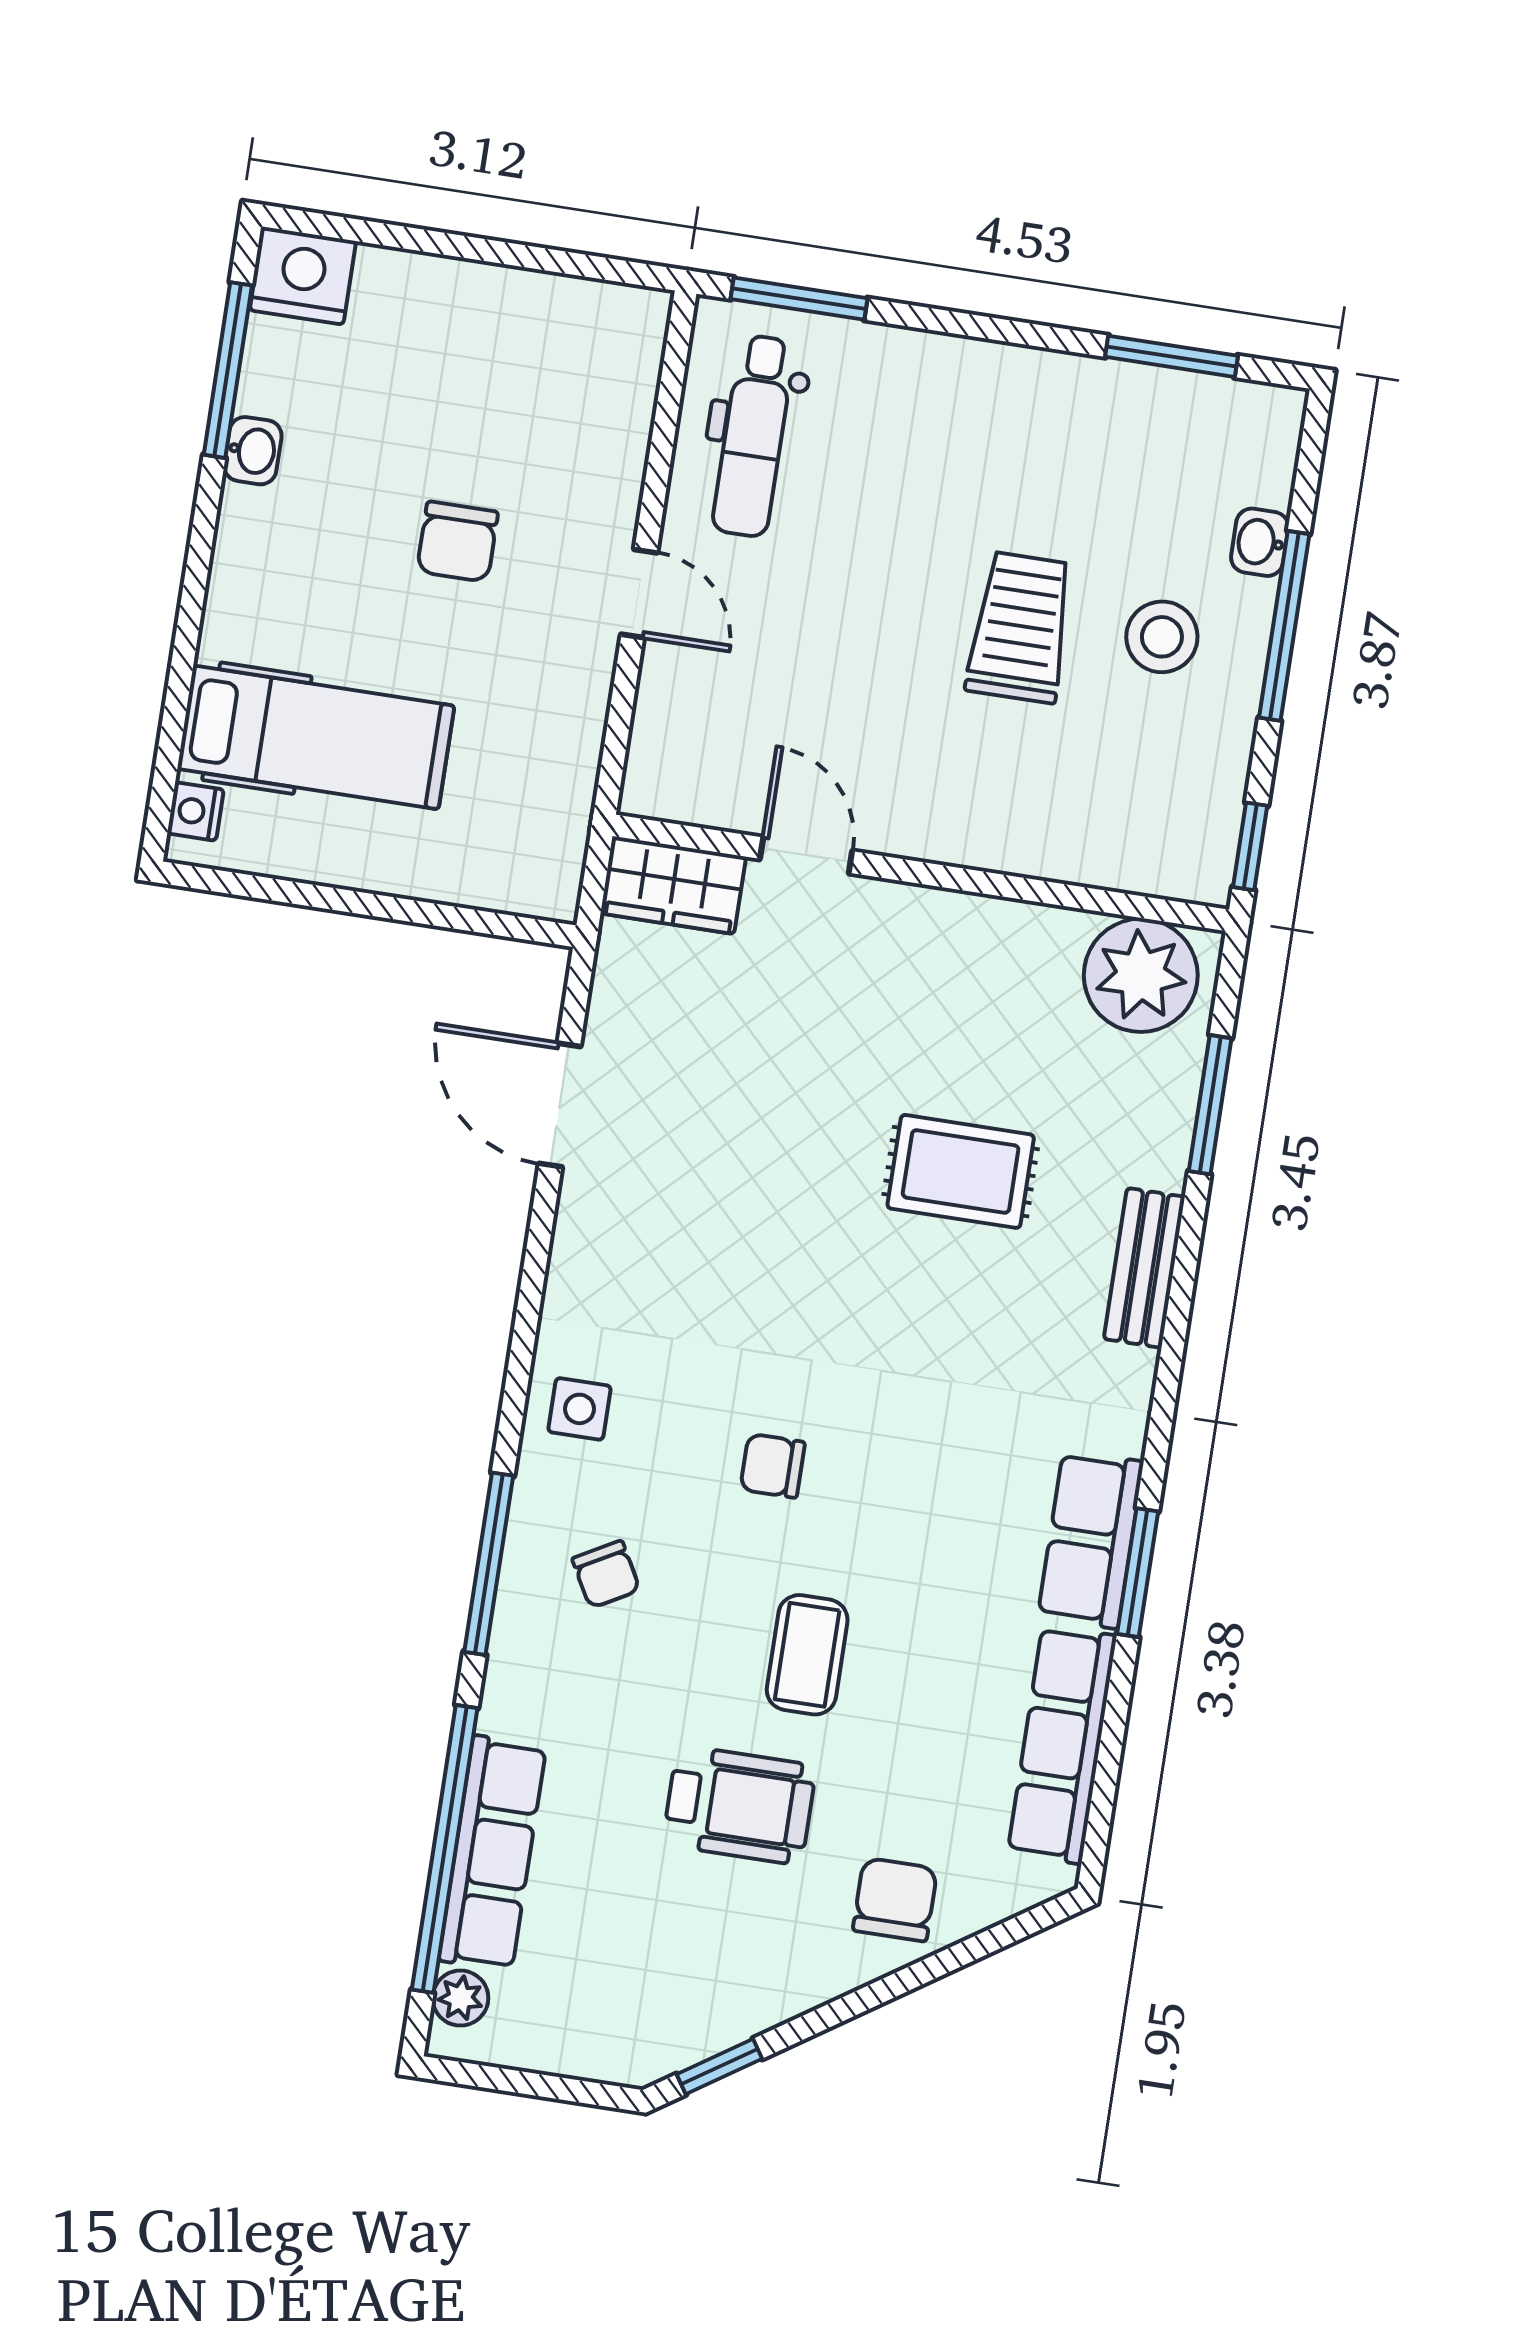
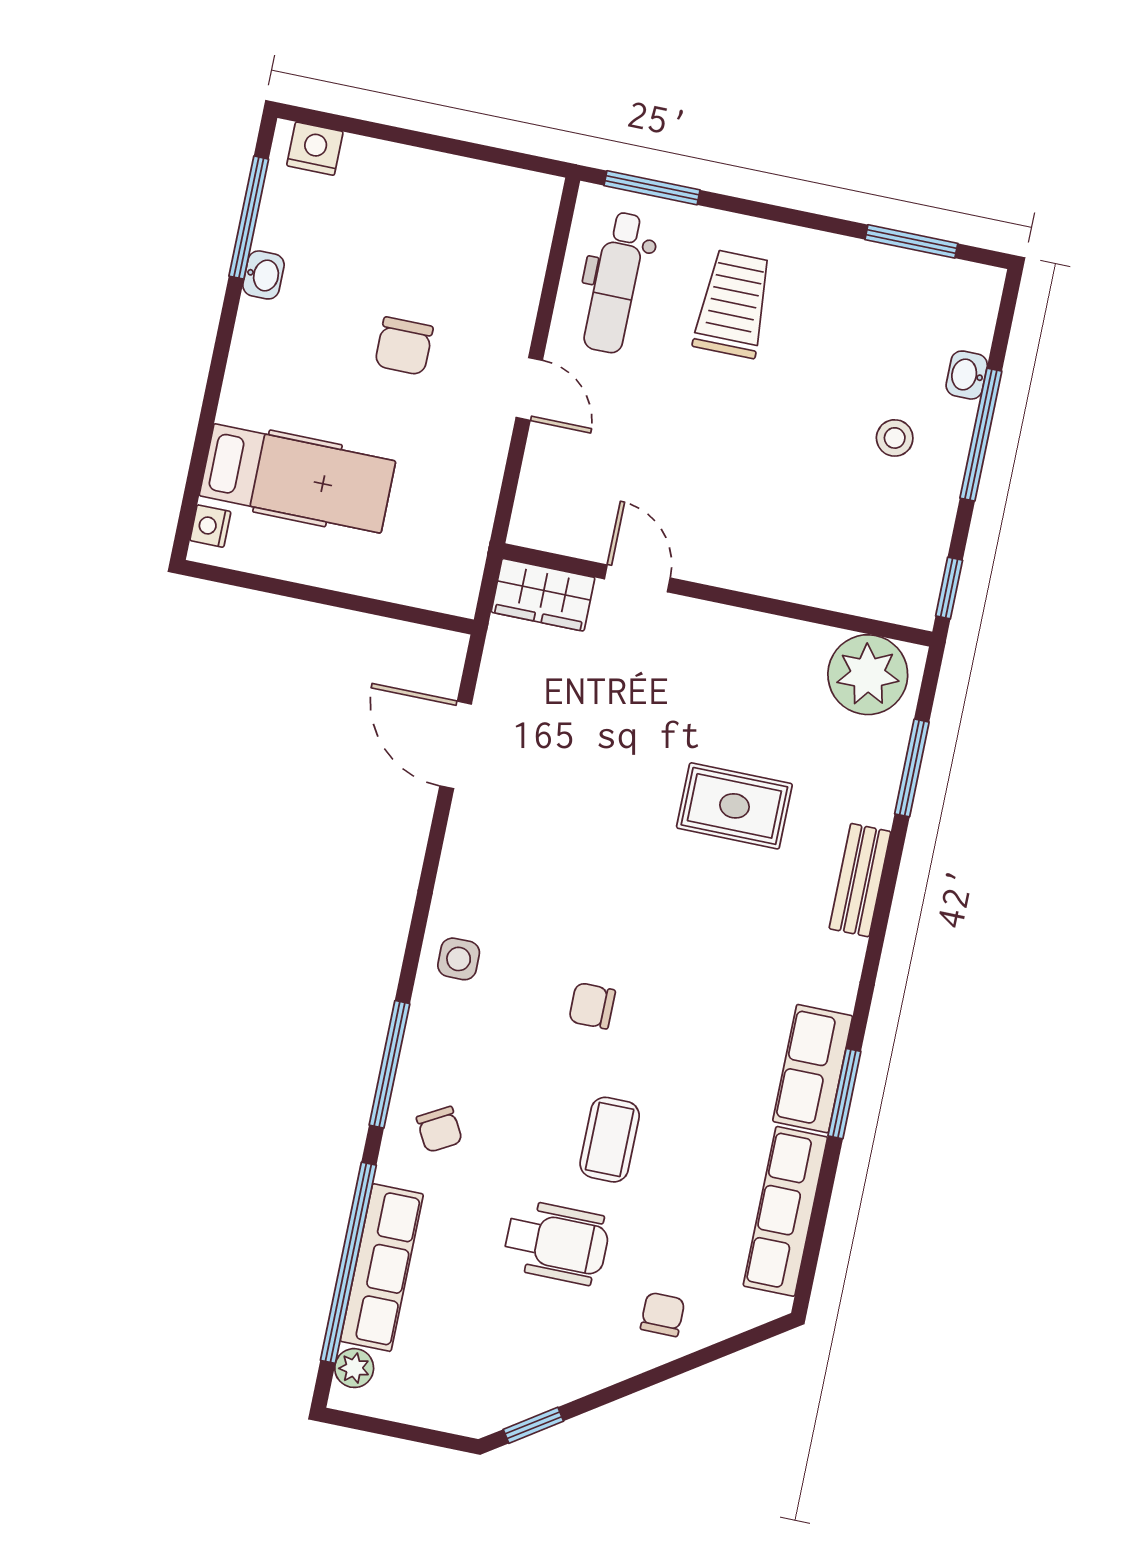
nightstand: (303, 276) -> (315, 149), width x0.74, depth x0.75
trolley: (1020, 627) -> (733, 304), moved
stool: (1162, 637) -> (895, 438), width x0.73, depth x0.73
chair: (606, 1574) -> (439, 1129), moved
chair: (895, 1900) -> (663, 1314), width x0.73, depth x0.73

